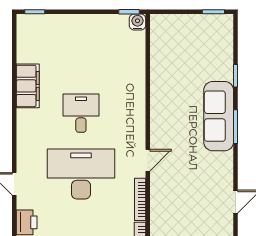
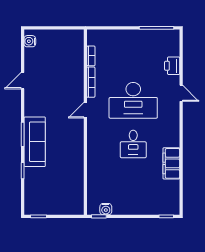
water cooler: (137, 22) -> (106, 209), moved

